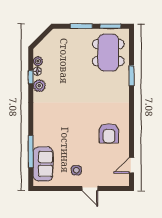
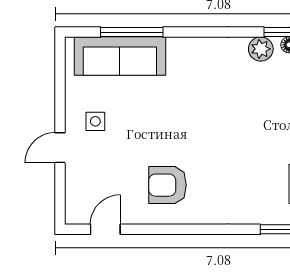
sofa: (43, 164) -> (120, 56), width x1.36
door: (132, 165) -> (105, 229), hinge flipped

